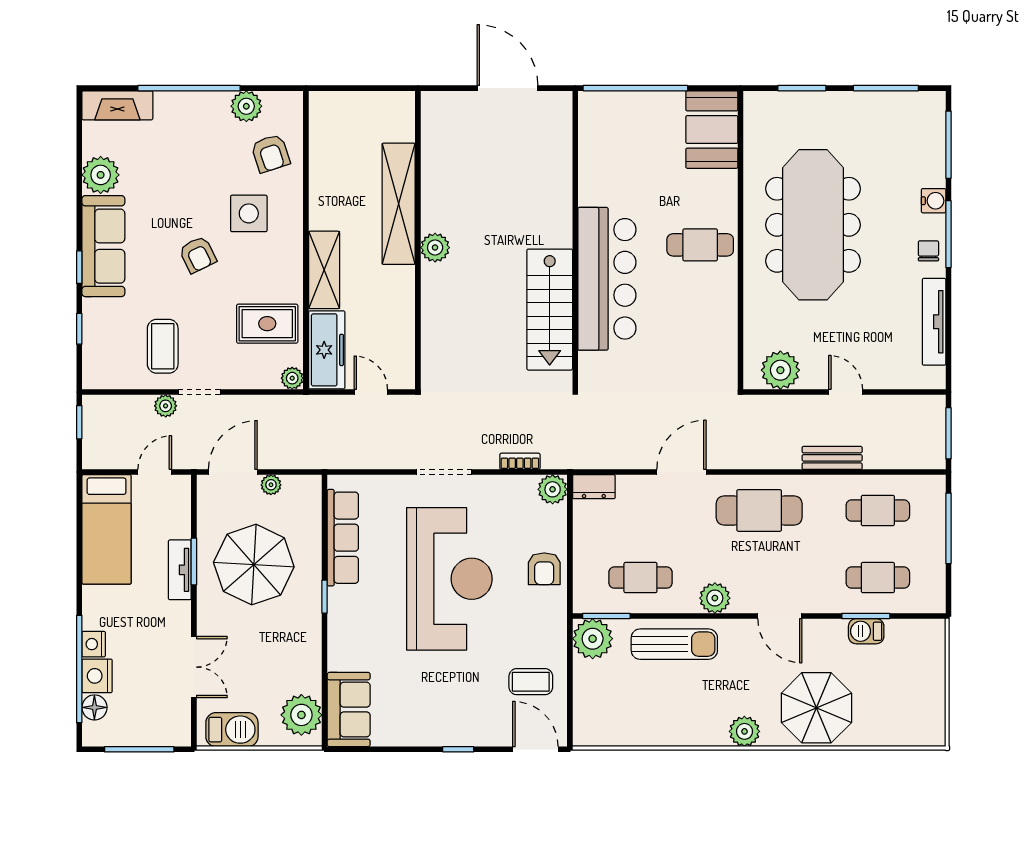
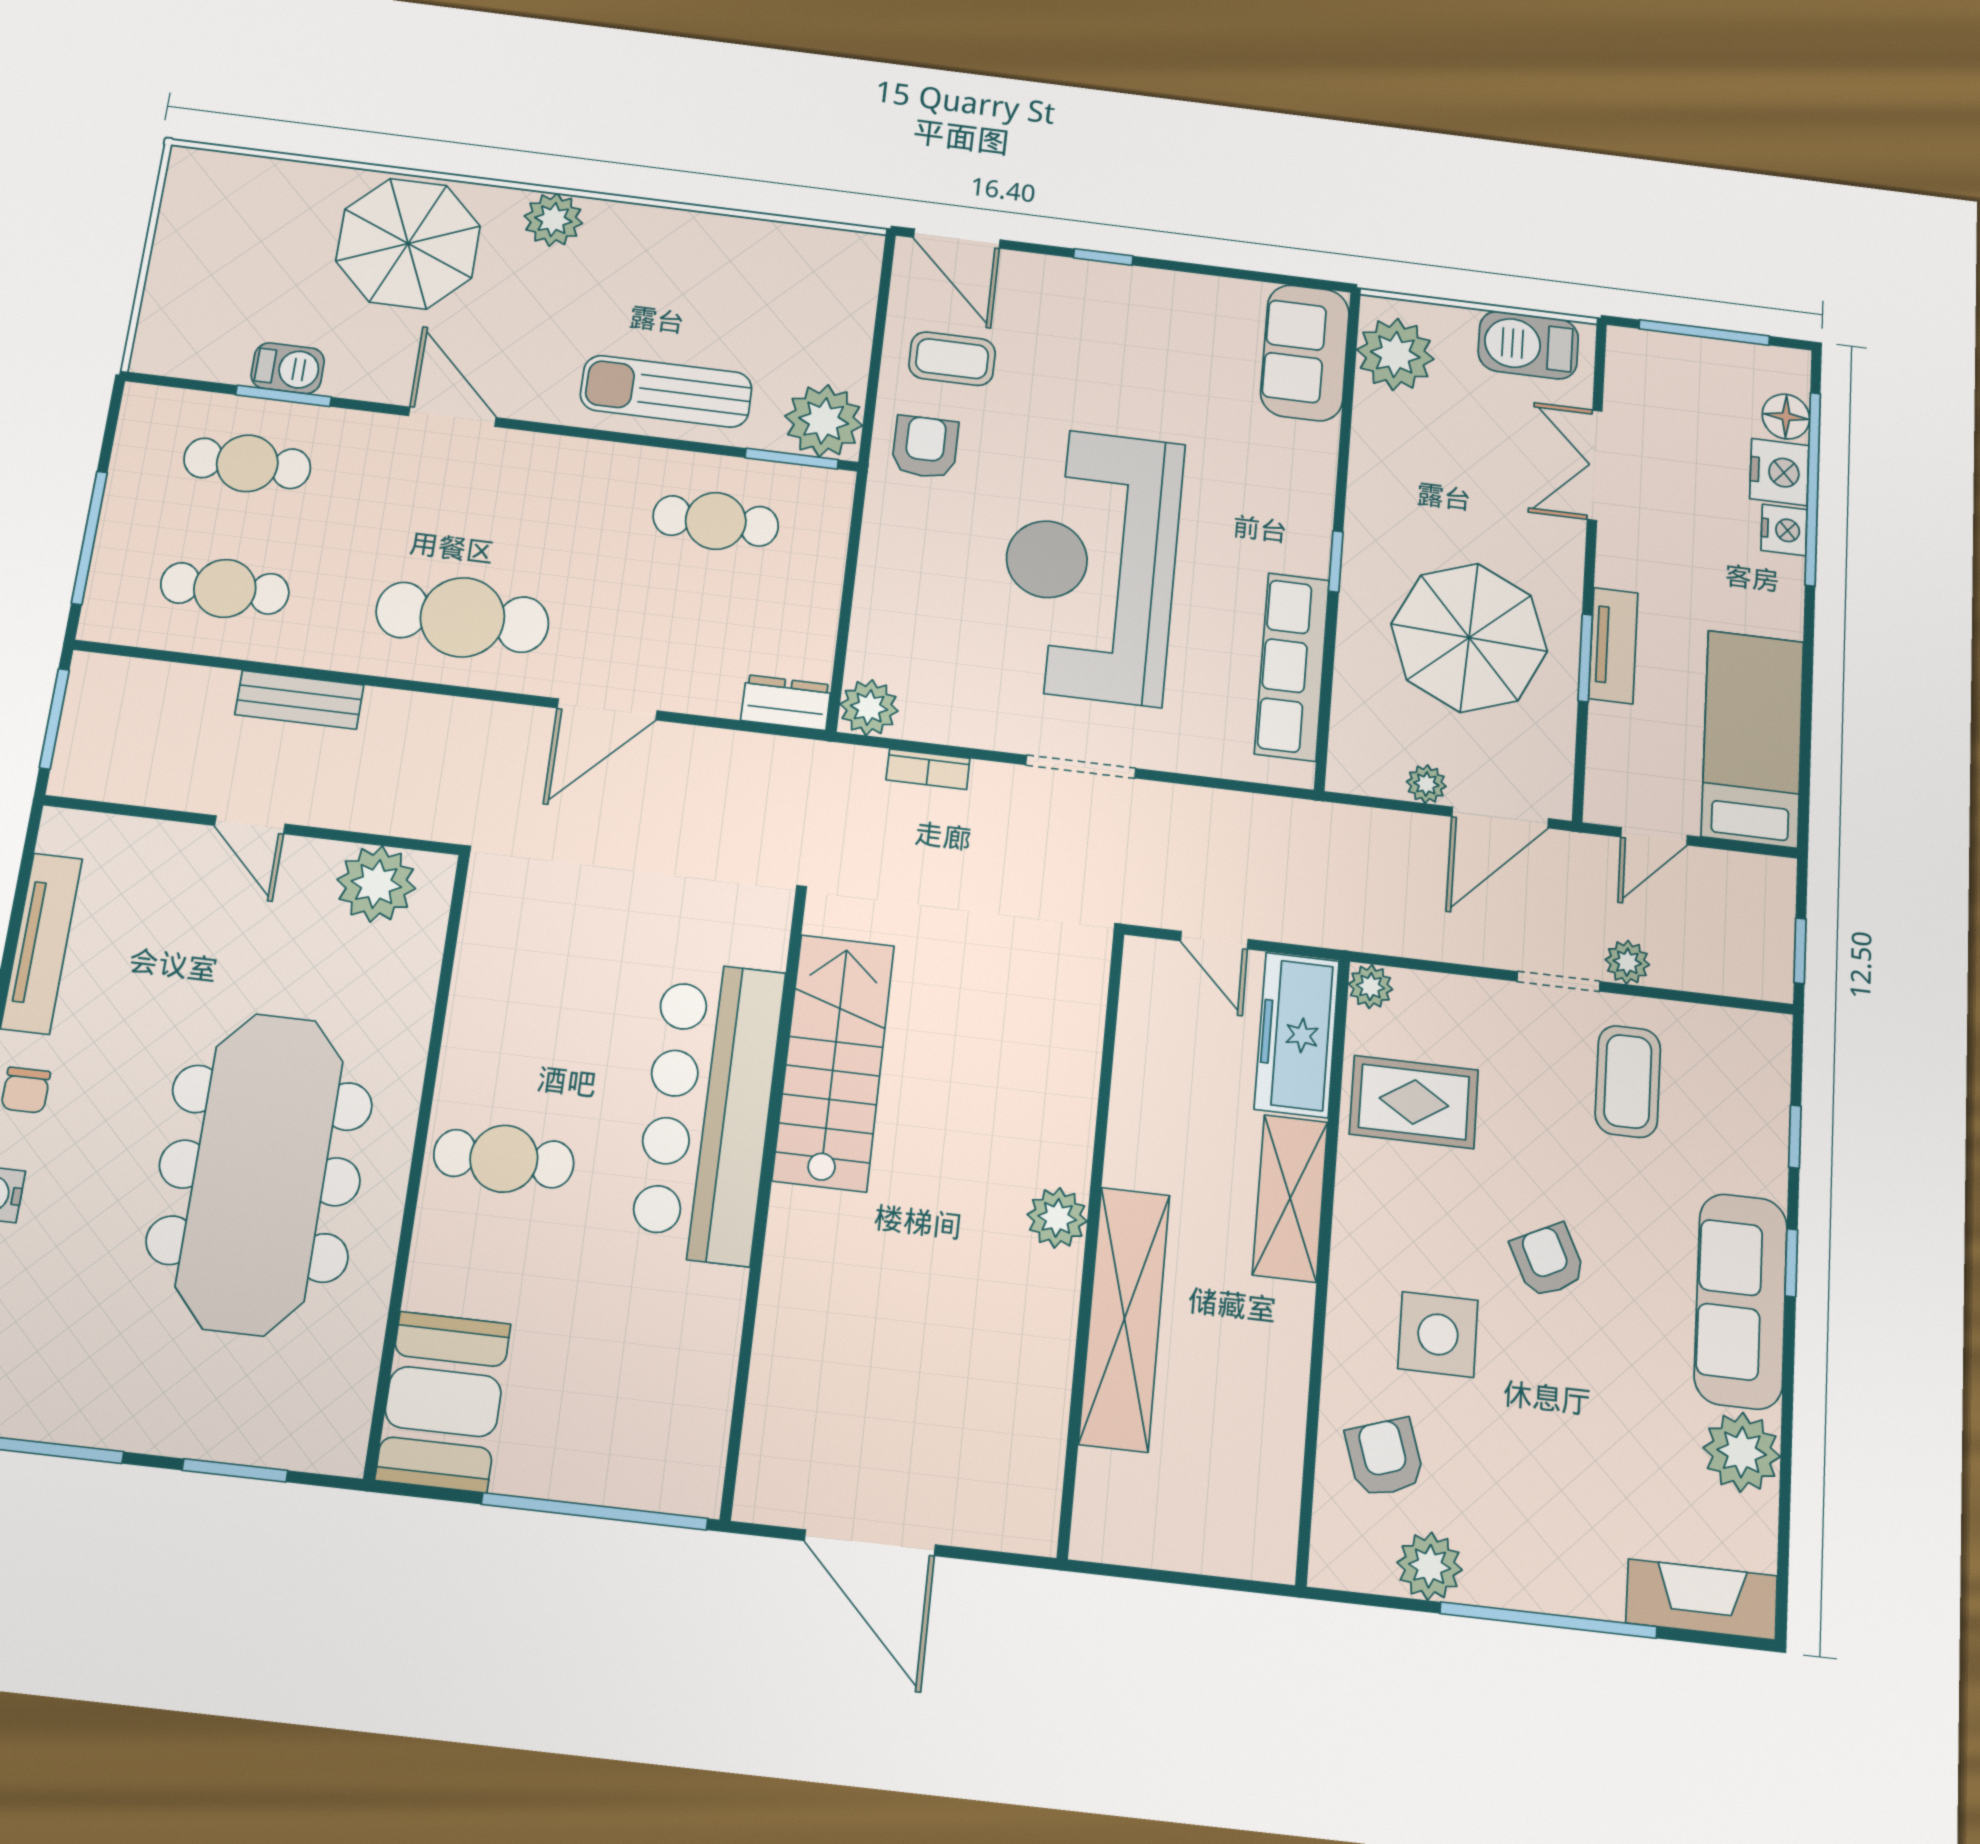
armchair: (544, 569) -> (925, 447), moved
plant: (715, 598) -> (575, 465), removed

